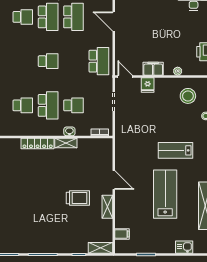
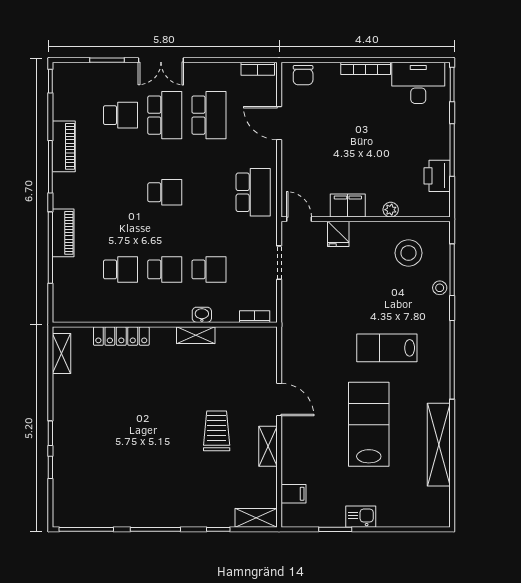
school desk: (48, 105) -> (165, 269), width x0.54
locker: (38, 144) -> (121, 336), moved
trolley: (78, 198) -> (217, 431), turned -90
kitchen sink: (184, 247) -> (361, 517), moved

